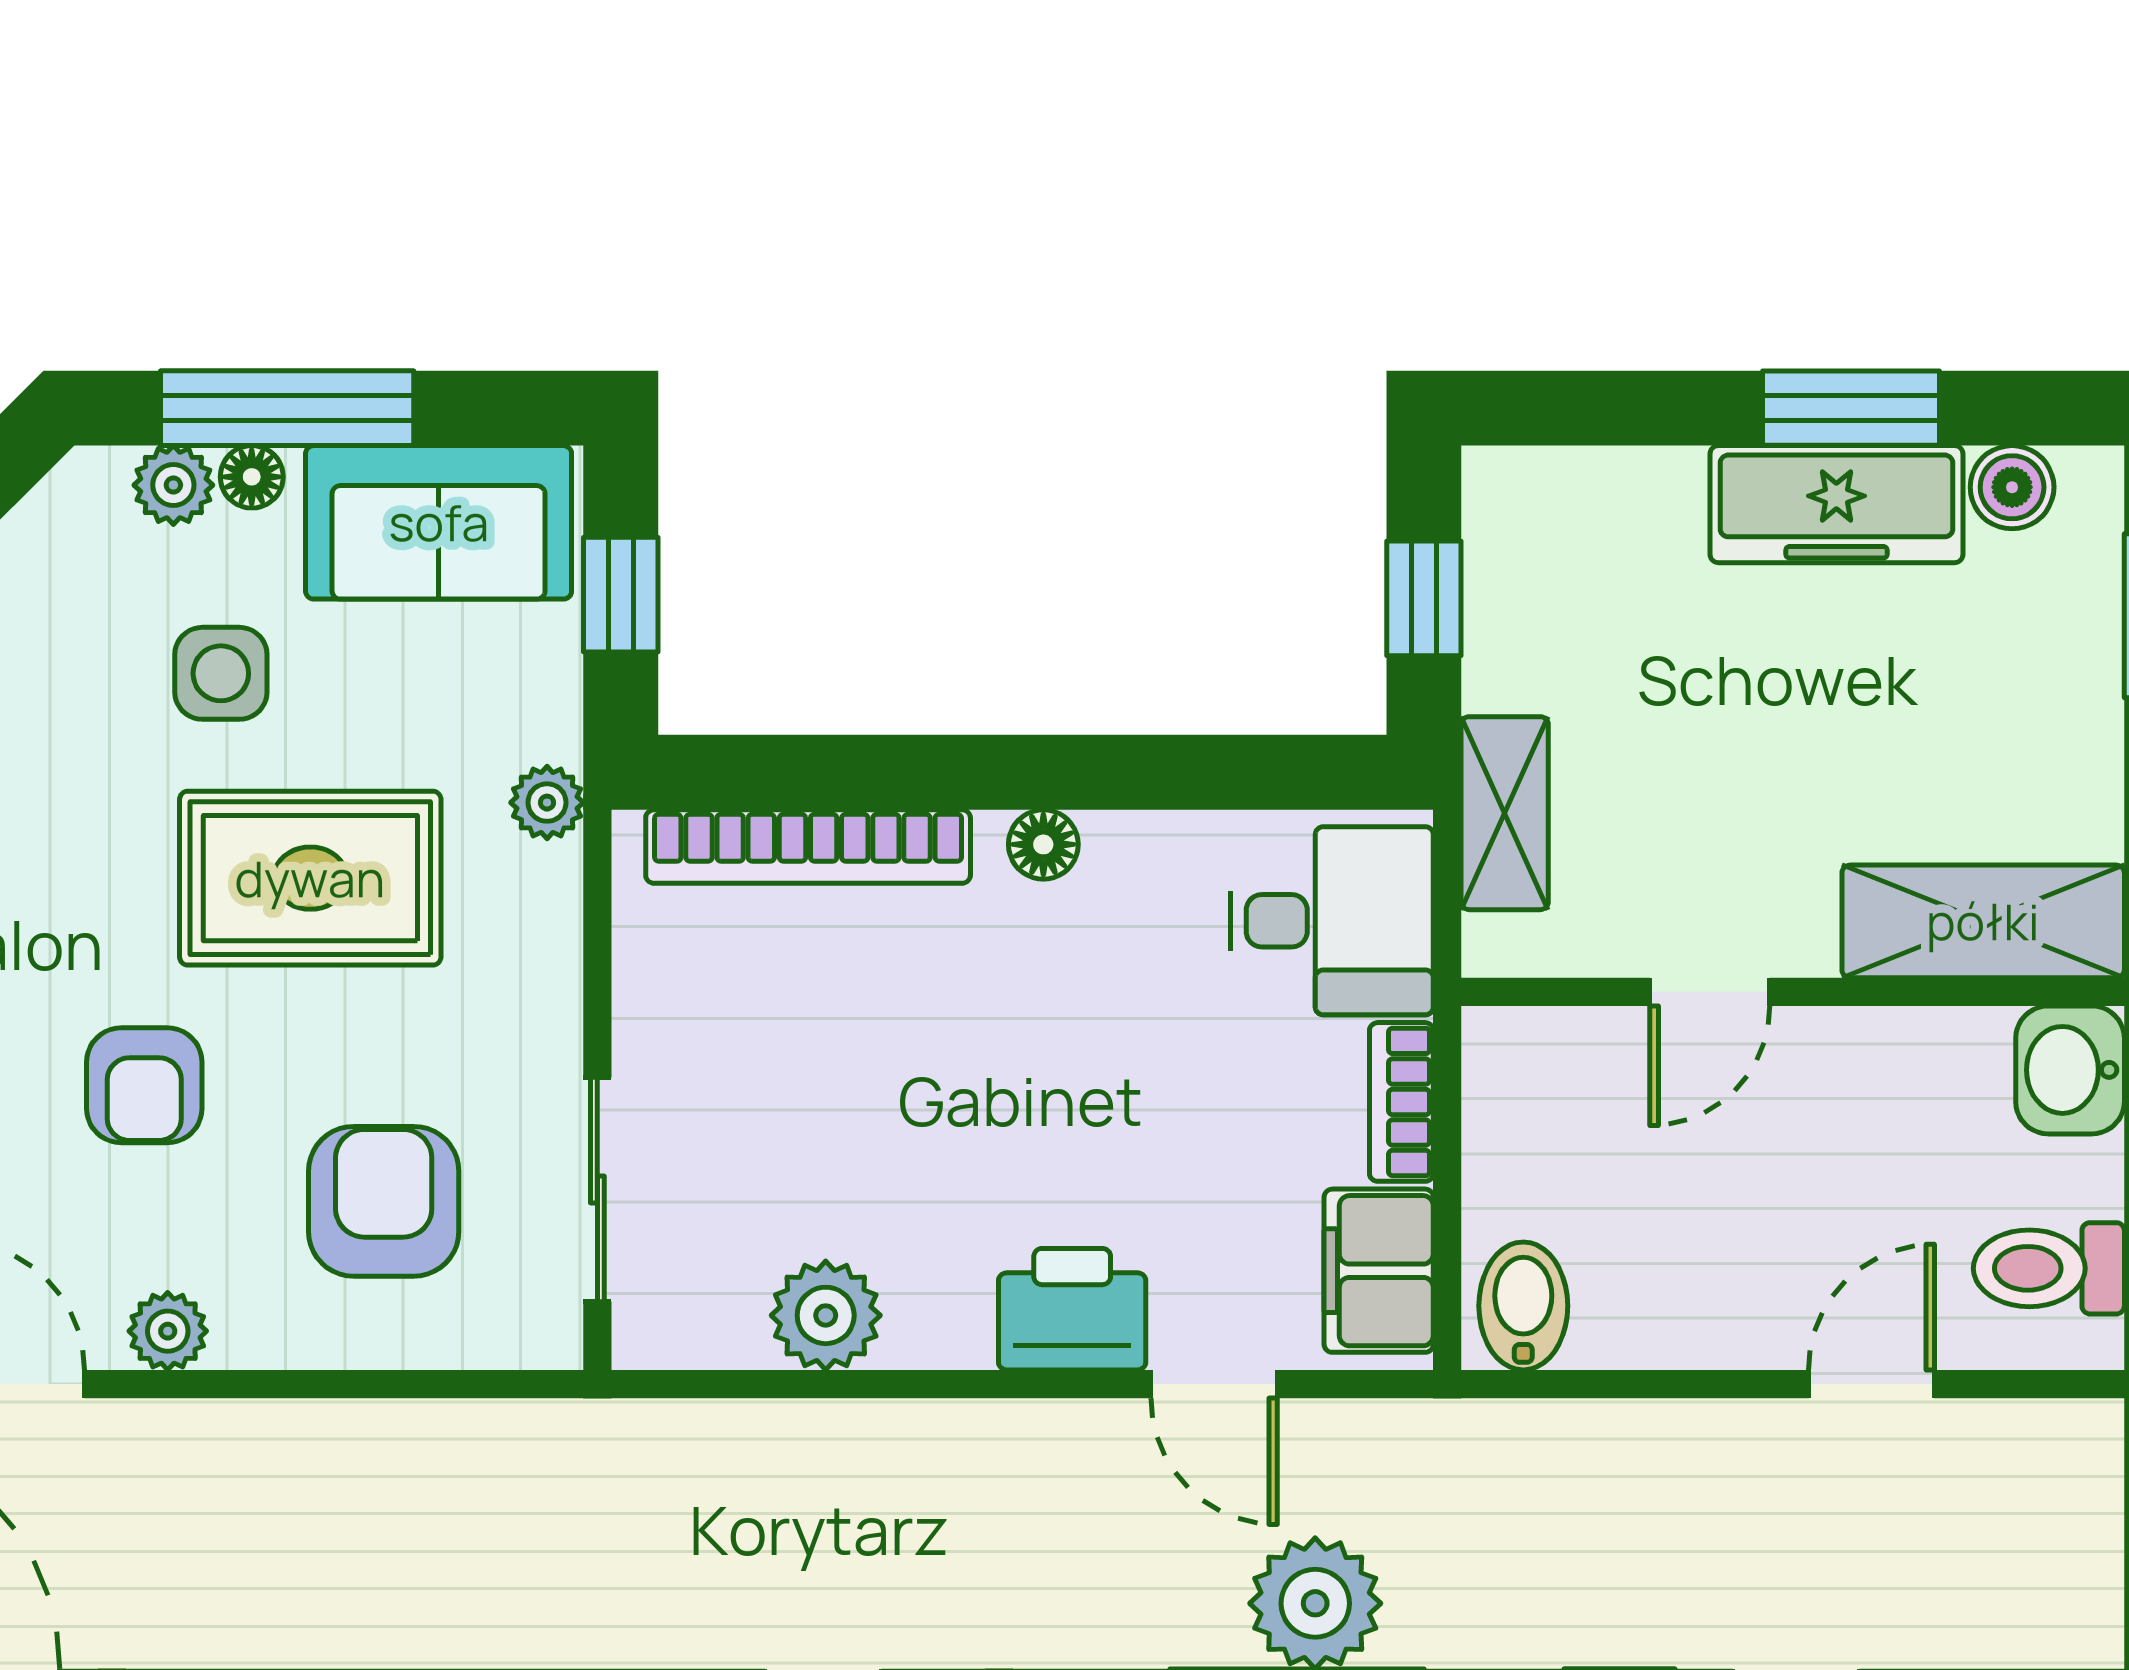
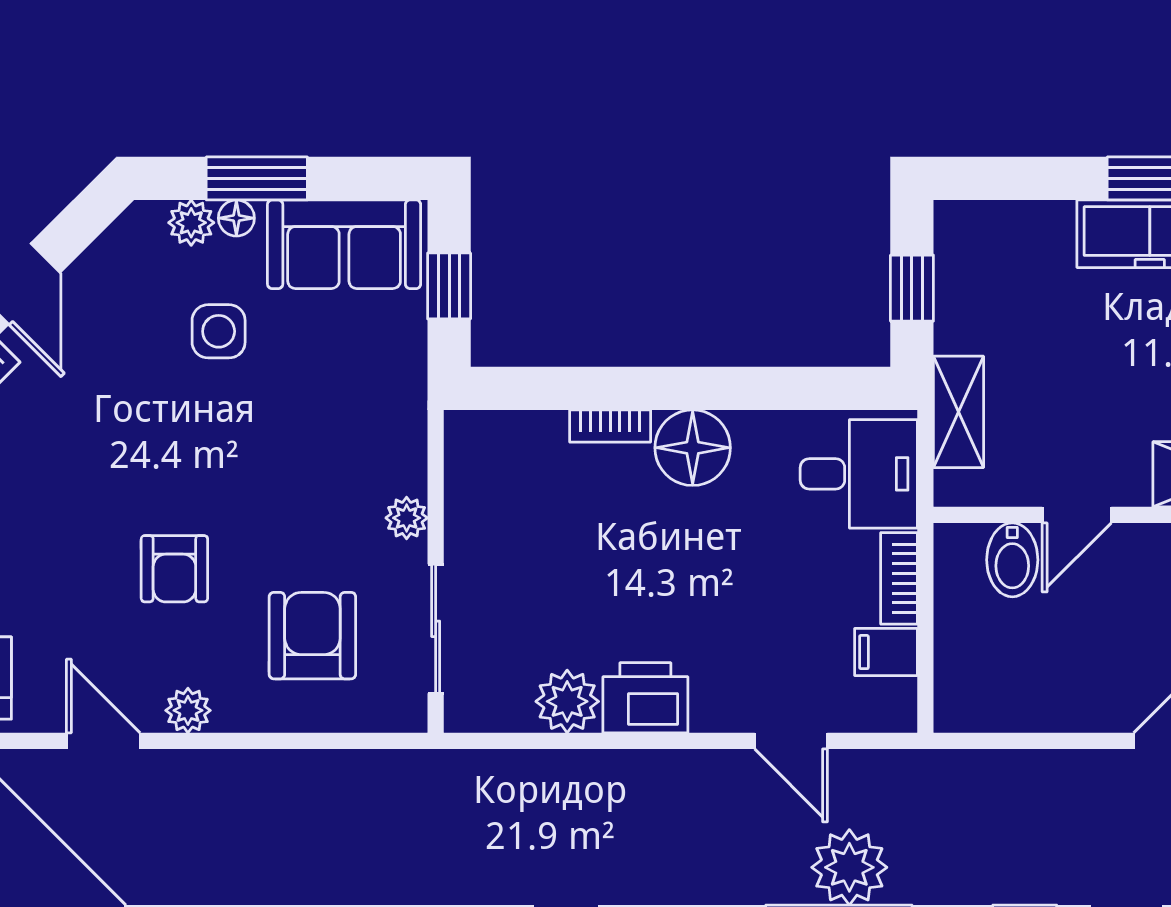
window: (287, 408) -> (257, 178), width x0.69
plant: (547, 803) -> (407, 518), moved
floor lamp: (1043, 844) -> (693, 448), width x1.89, depth x1.89
bookcase: (808, 847) -> (610, 426), width x0.43, depth x0.76
rug: (310, 878) -> (270, 449), removed
filing cabinet: (1379, 1271) -> (886, 652), width x0.50
bidet: (1523, 1306) -> (1012, 560), moved, turned 180
printer: (1072, 1309) -> (645, 698), moved

